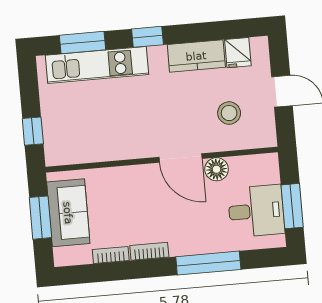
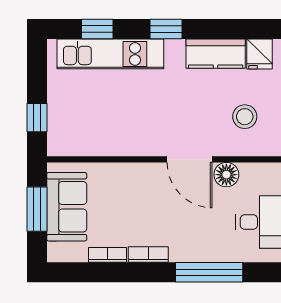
window: (82, 42) -> (97, 29), width x0.67

